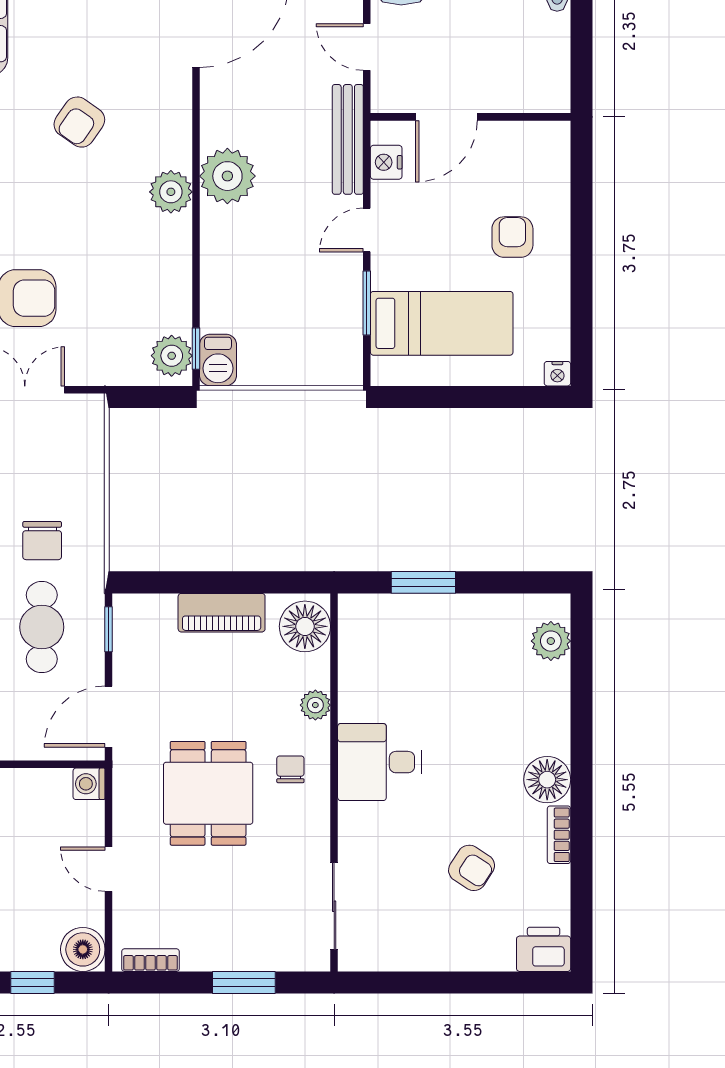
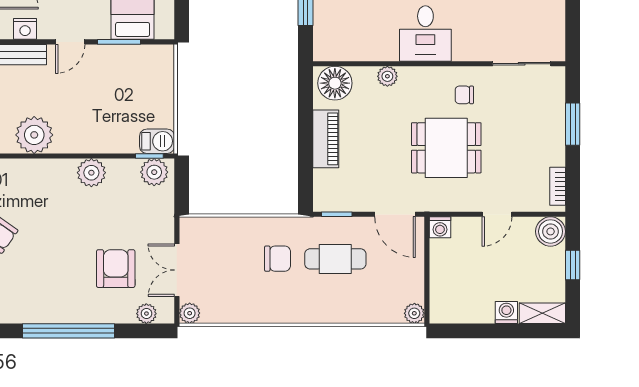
plant: (171, 192) -> (91, 173), moved
door: (367, 230) -> (70, 42), hinge flipped
chair: (290, 769) -> (464, 95), moved

